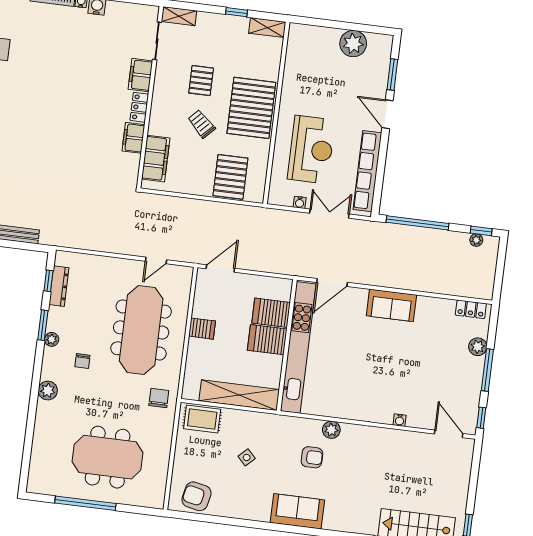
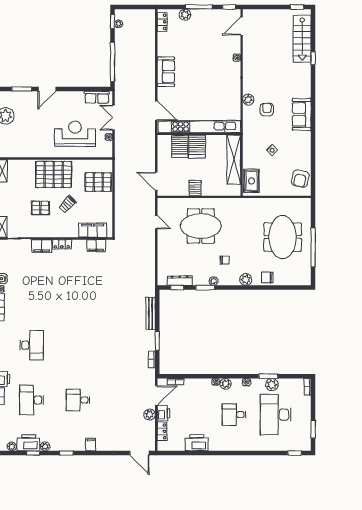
filing cabinet: (133, 138) -> (96, 246), moved
row of seats: (367, 171) -> (97, 97), width x0.50
meeting table: (141, 330) -> (201, 226), width x0.73
chair: (159, 398) -> (267, 278), moved

